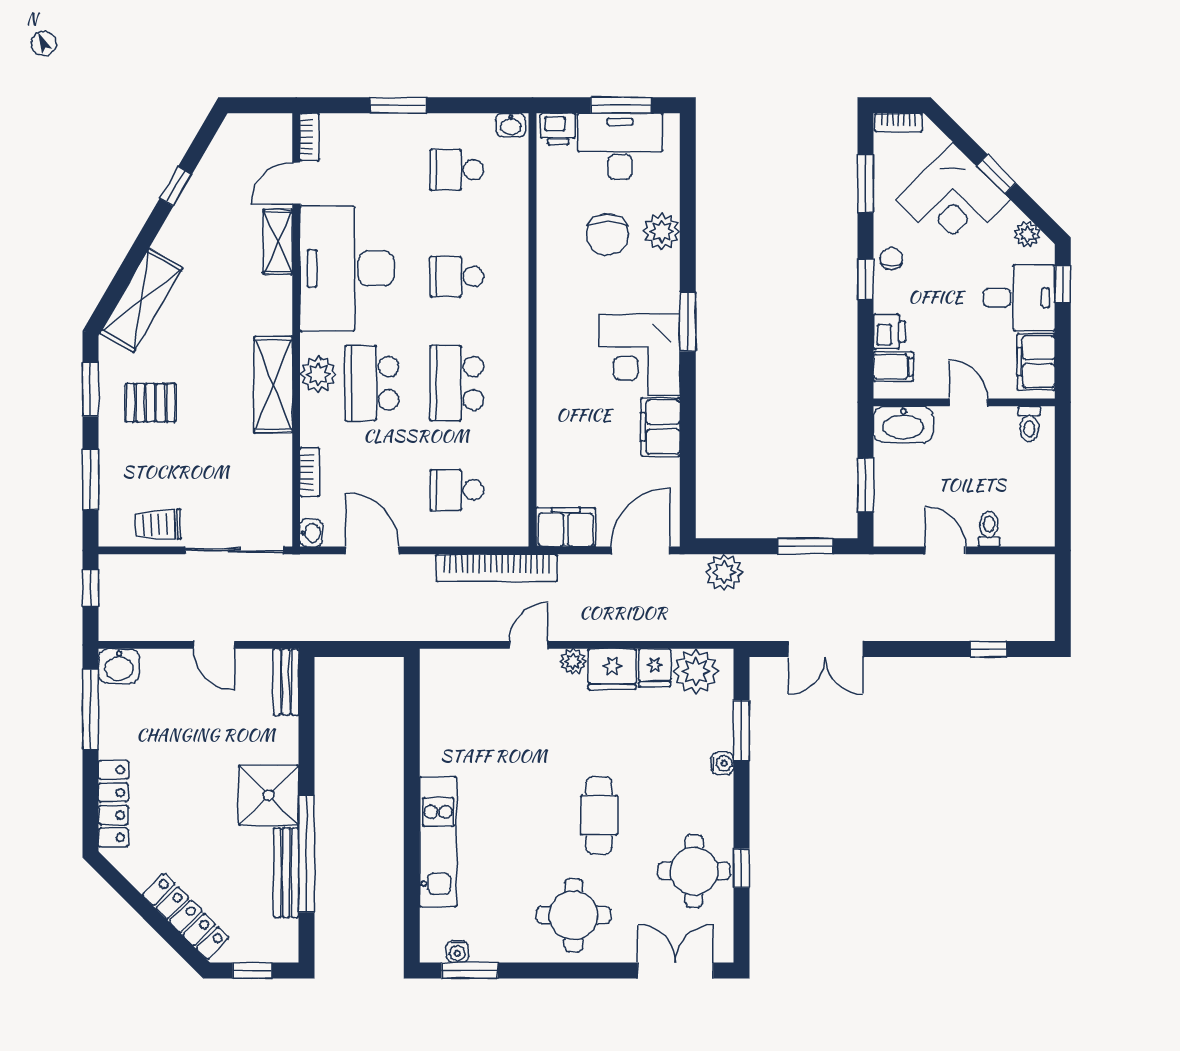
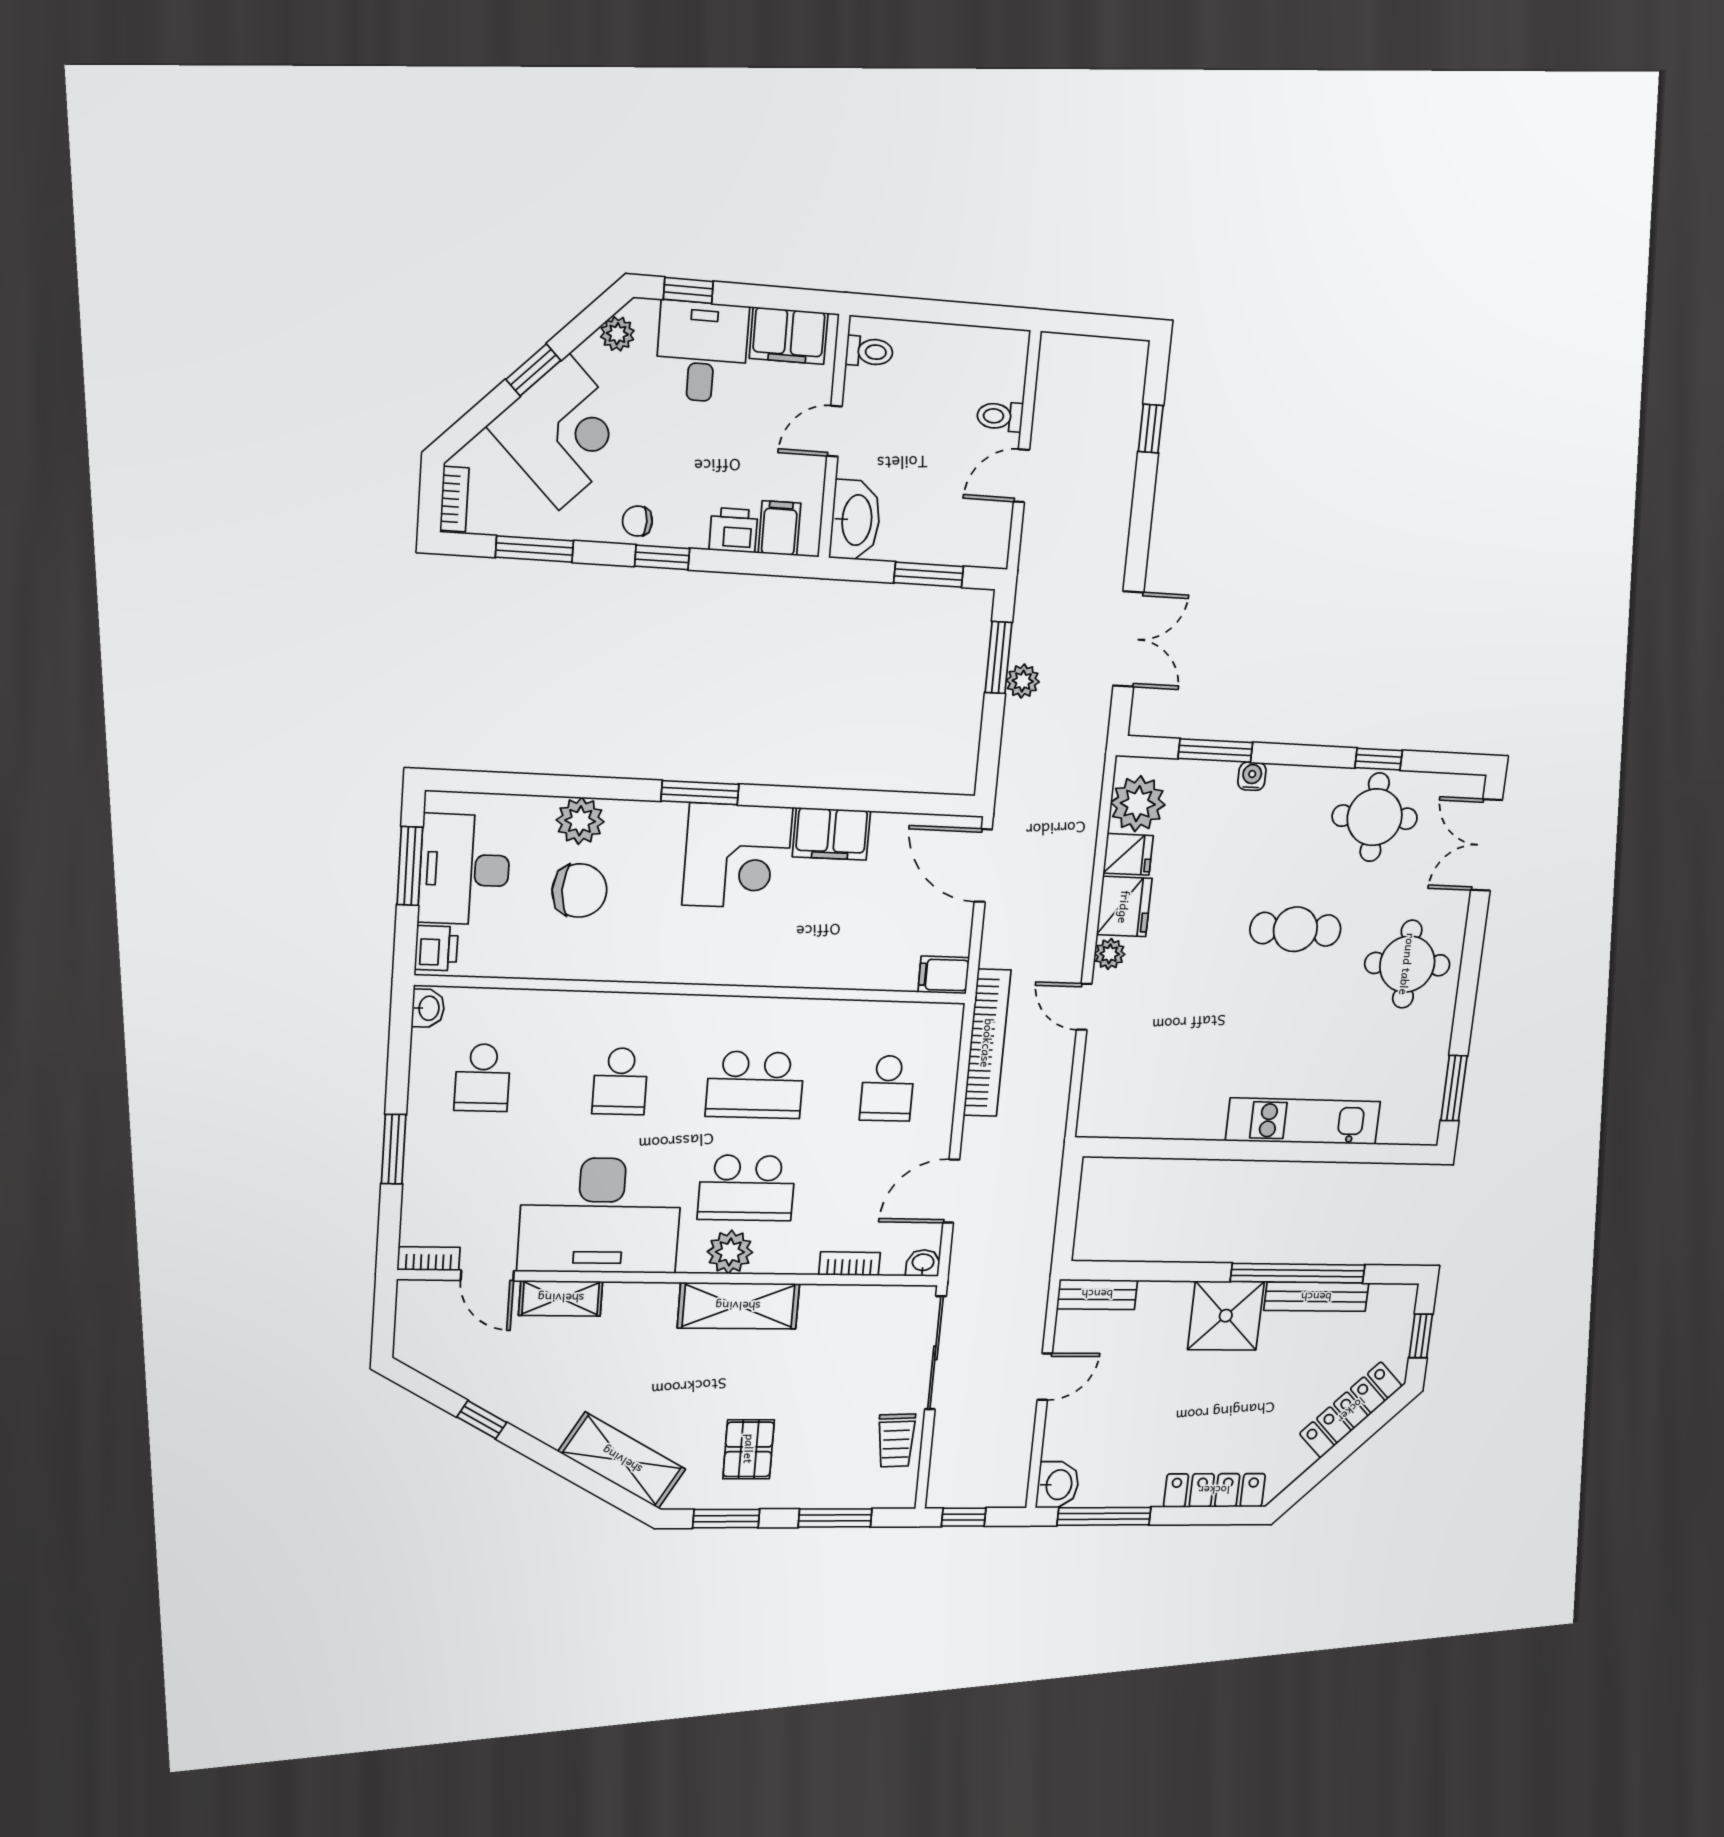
filing cabinet: (566, 527) -> (944, 975), width x0.50
plant: (724, 573) -> (1023, 681), moved, width x0.73, depth x0.73
water cooler: (457, 952) -> (1431, 1102), removed

